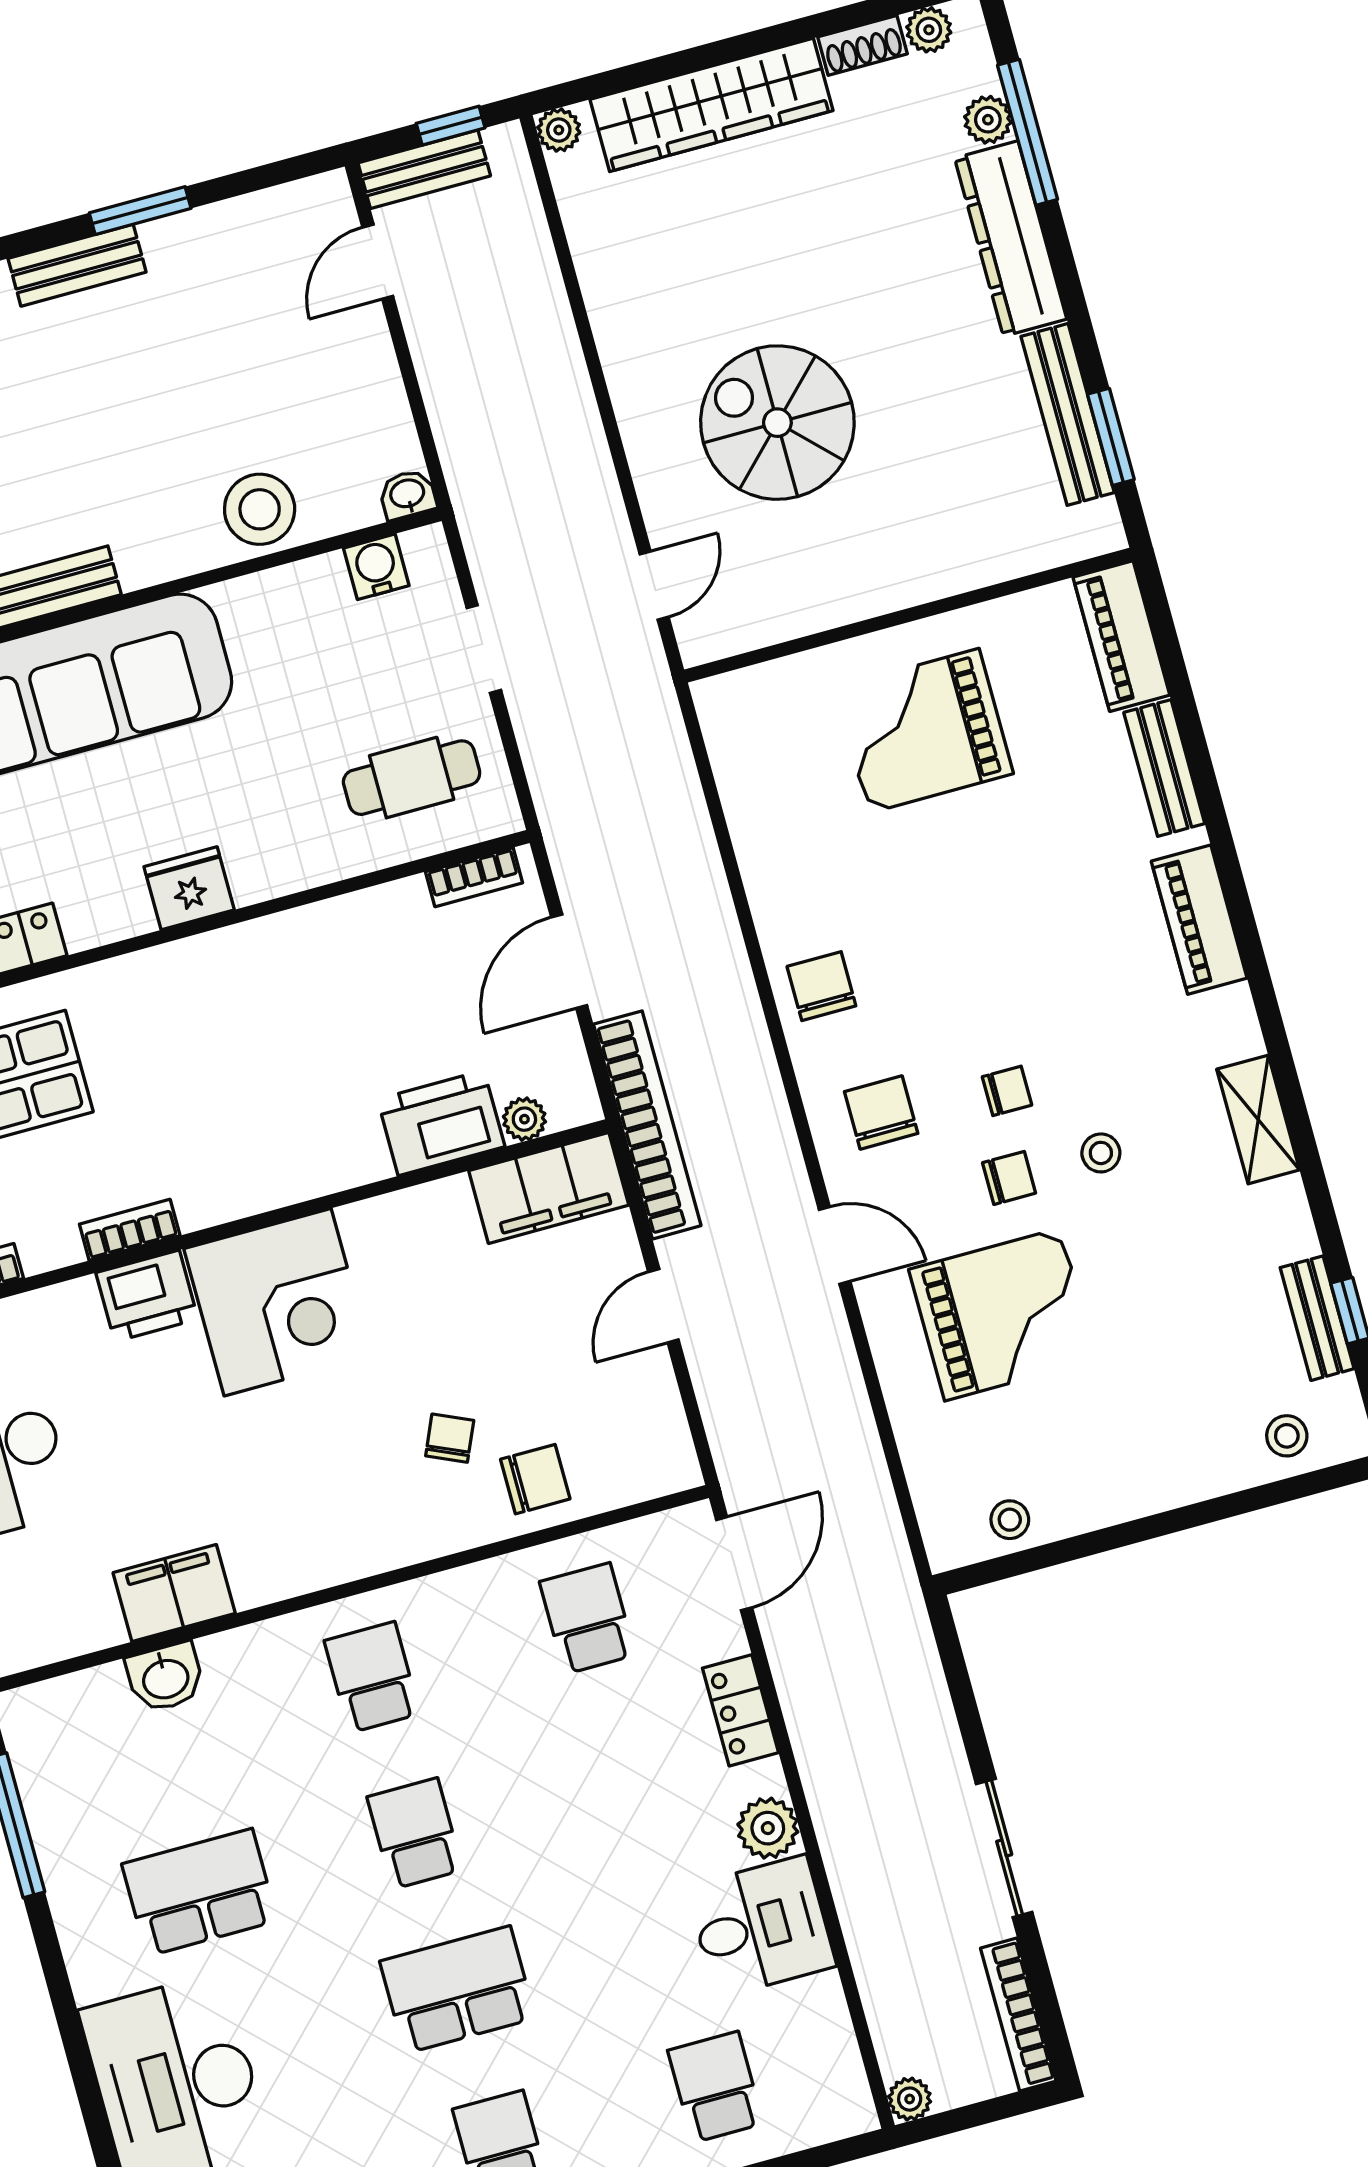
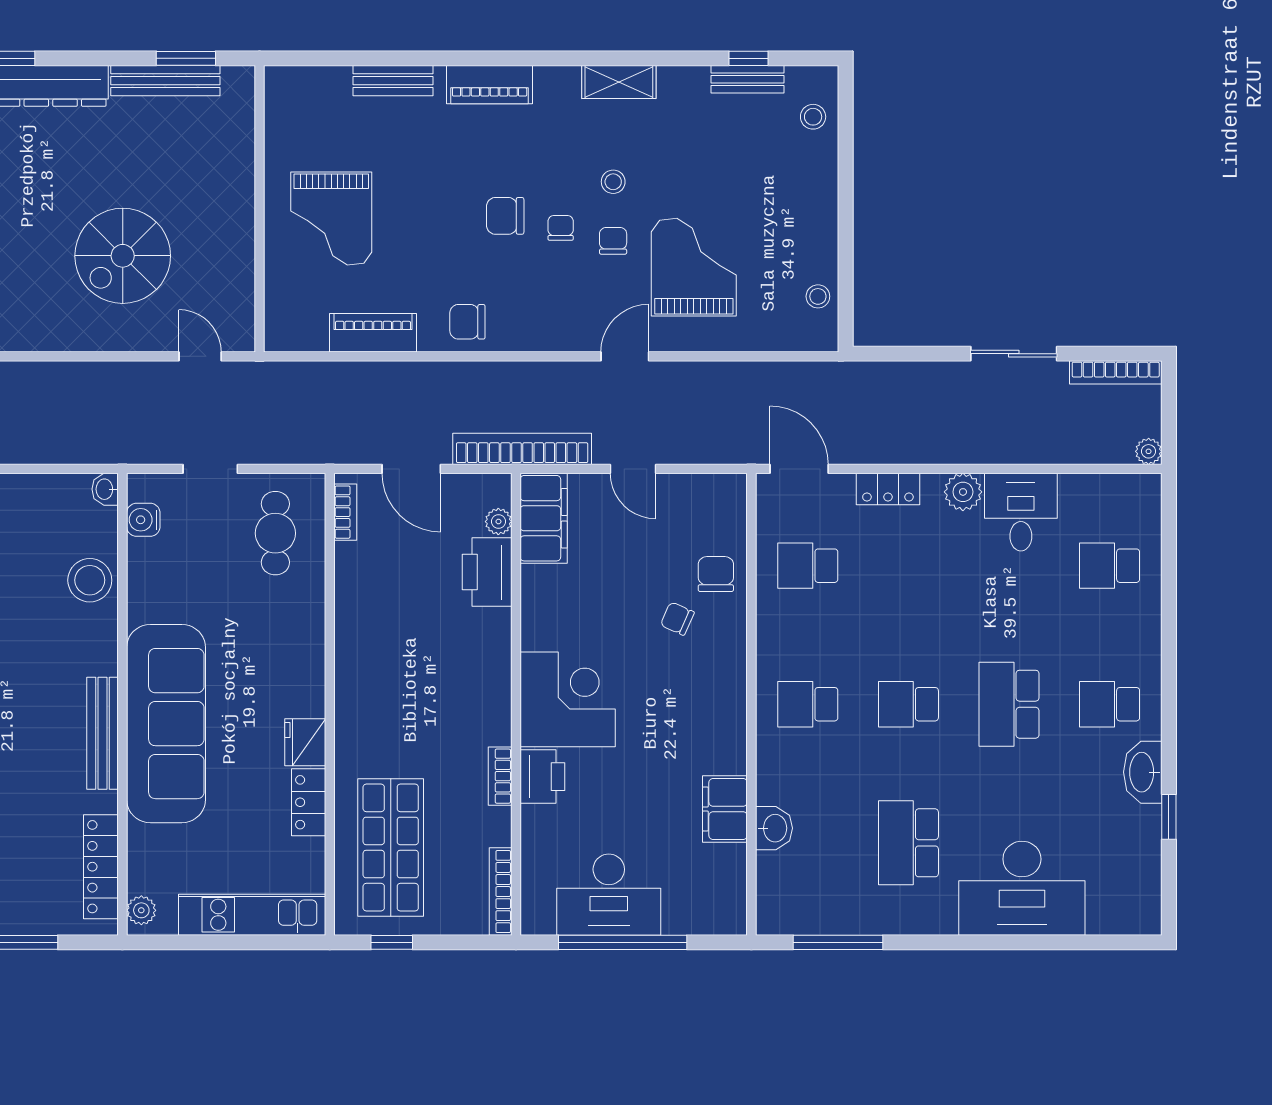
piano: (1121, 636) -> (373, 333), moved, turned 180
fridge: (189, 888) -> (305, 742), moved
chair: (881, 1112) -> (505, 216), moved

